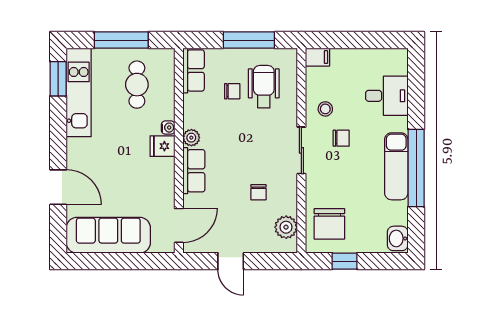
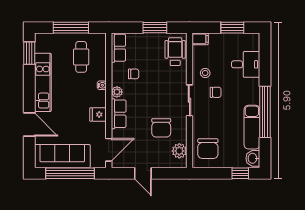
window: (249, 40) -> (155, 28), width x0.69
window: (367, 40) -> (232, 28), added
wheelchair: (264, 87) -> (175, 52), moved
chair: (232, 91) -> (134, 74), moved
kitchen unit: (79, 92) -> (43, 82), moved
fridge: (162, 146) -> (98, 115), moved
exam couch: (396, 166) -> (252, 127), moved
chair: (258, 192) -> (161, 128), width x1.87, depth x1.87
window: (120, 261) -> (70, 173), added
window: (345, 261) -> (240, 173), moved

